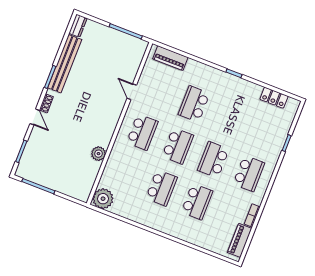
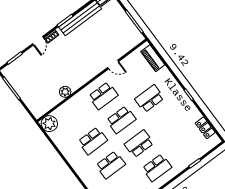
door: (132, 92) -> (113, 65), swing flipped

